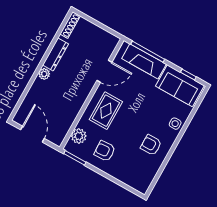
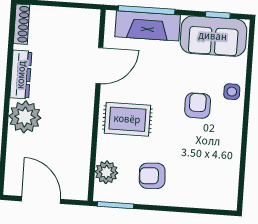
plant: (44, 74) -> (25, 117), width x1.88, depth x1.88
rug: (106, 111) -> (127, 119), turned 90
armchair: (151, 145) -> (198, 106), moved, turned 90

